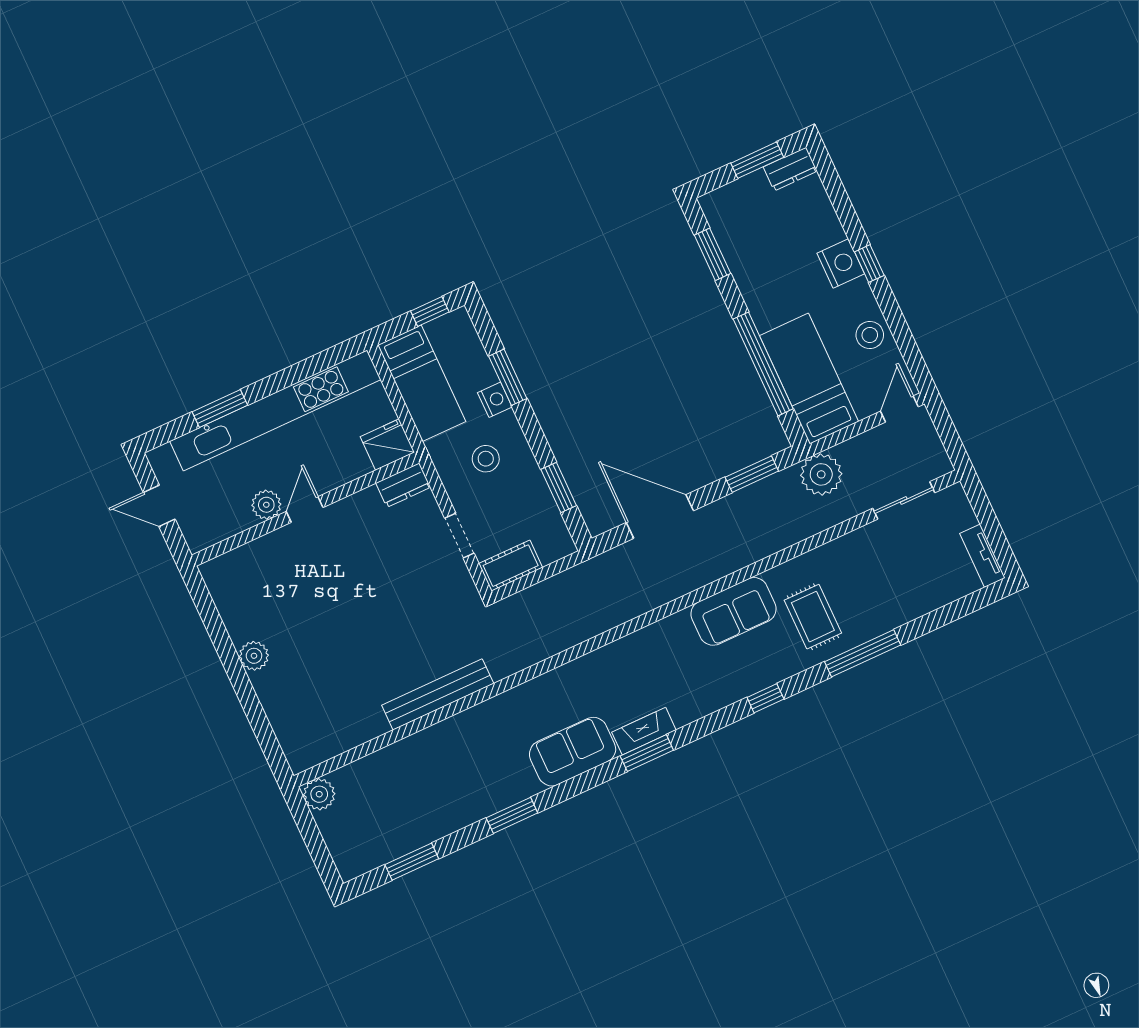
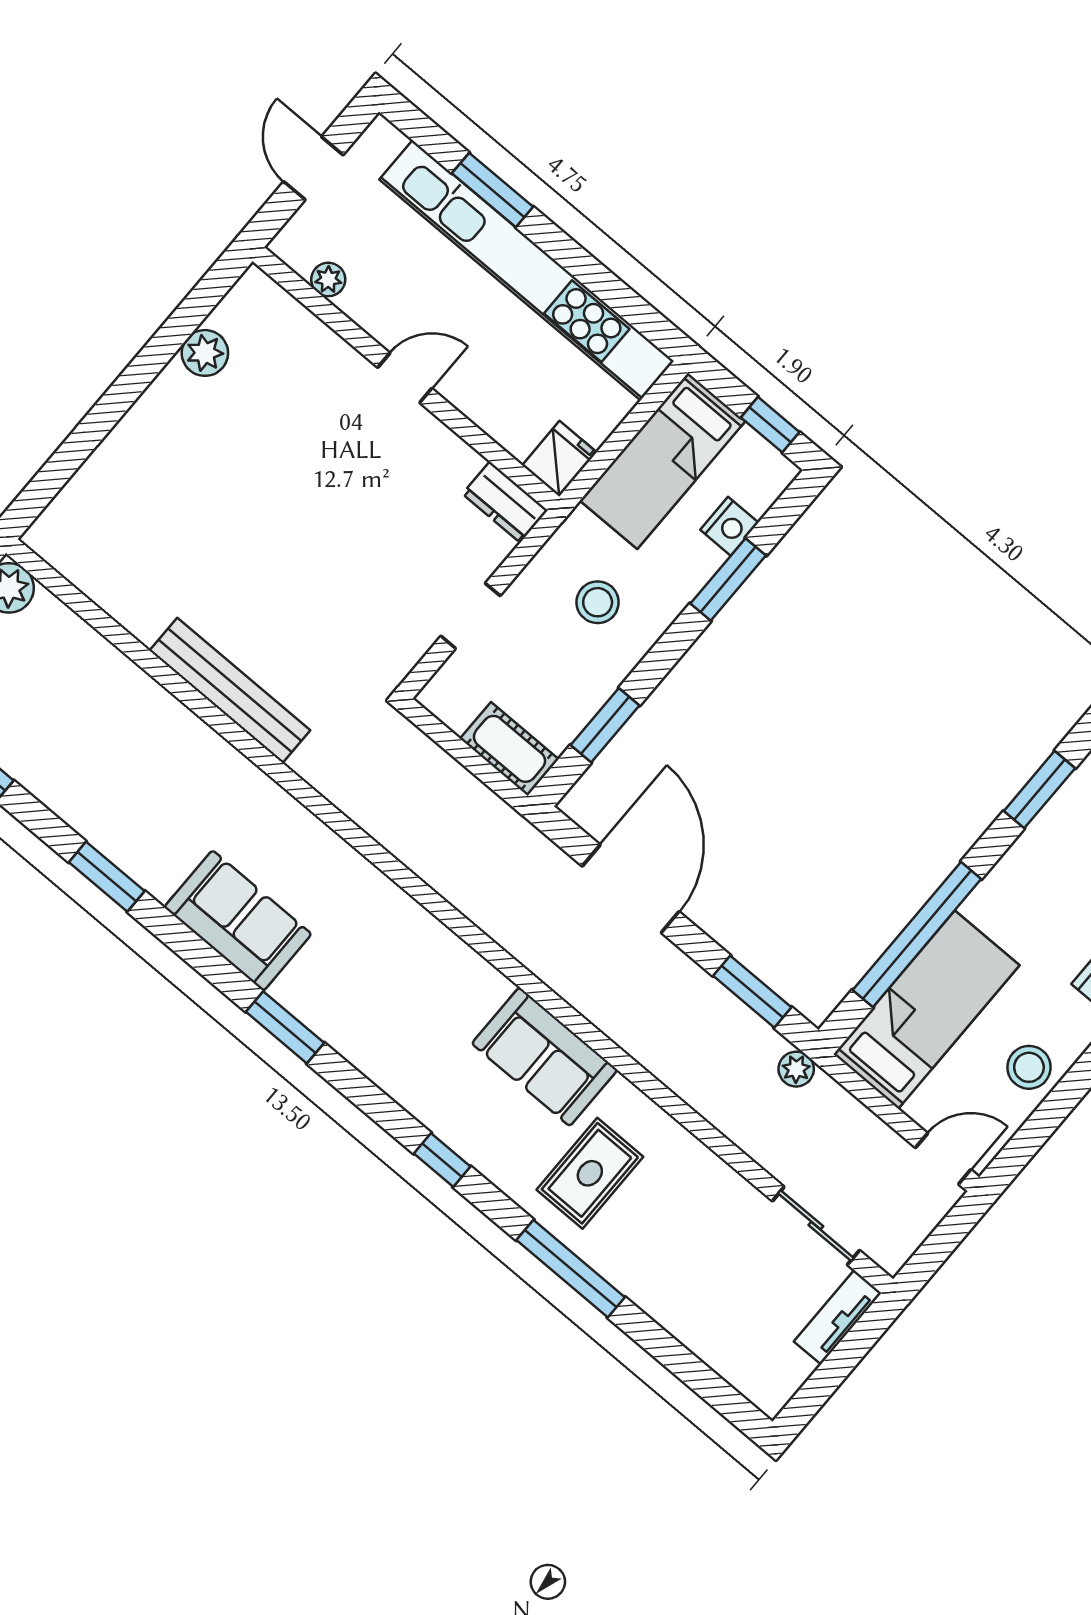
nightstand: (495, 400) -> (729, 526), moved
fridge: (387, 445) -> (560, 459), width x0.72
plant: (821, 474) -> (796, 1069), width x0.53, depth x0.53
plant: (266, 505) -> (328, 279), moved, width x0.73, depth x0.73
tv unit: (982, 556) -> (838, 1317), moved
cot: (511, 566) -> (509, 749), moved
plant: (254, 656) -> (205, 353), moved
fireplace: (644, 731) -> (314, 1009), removed

